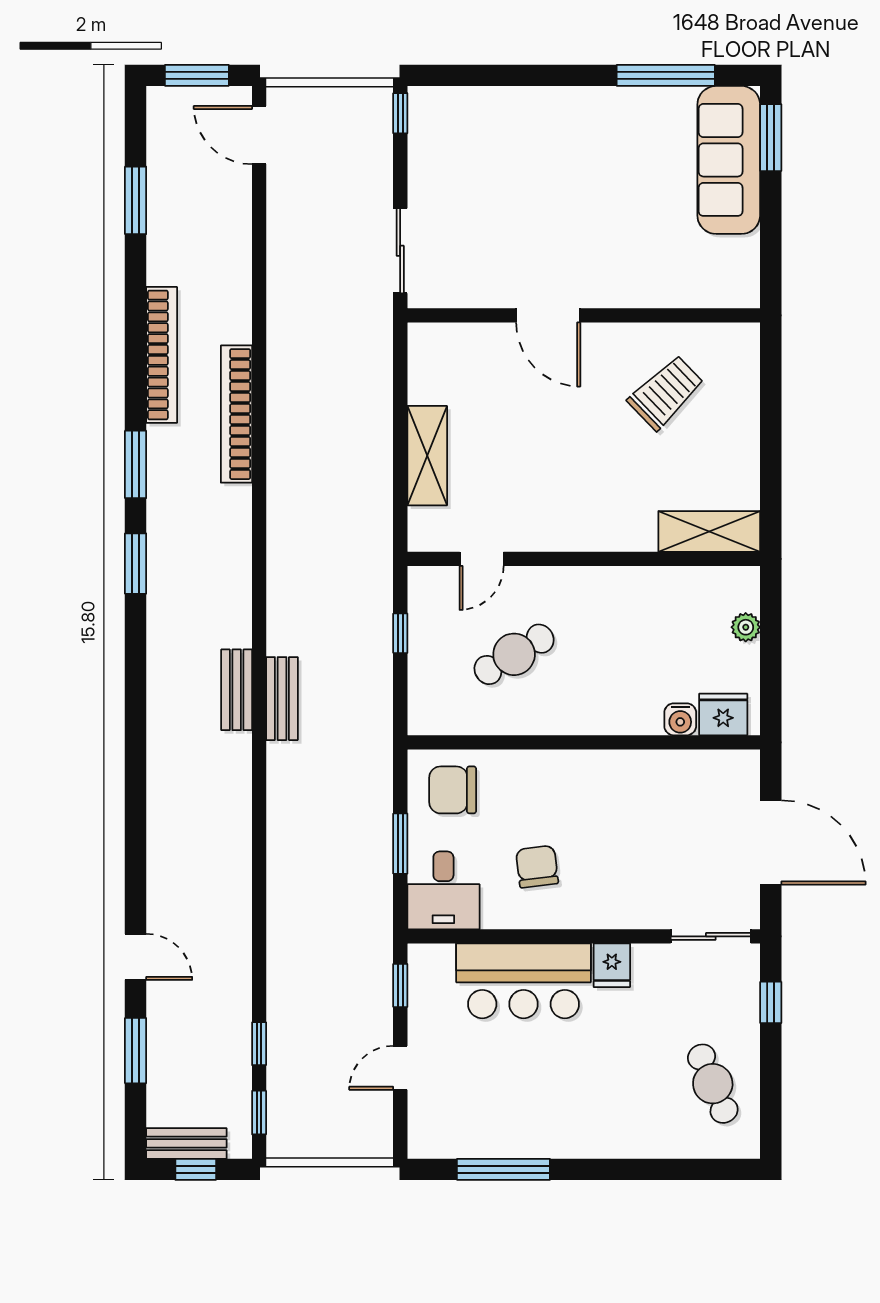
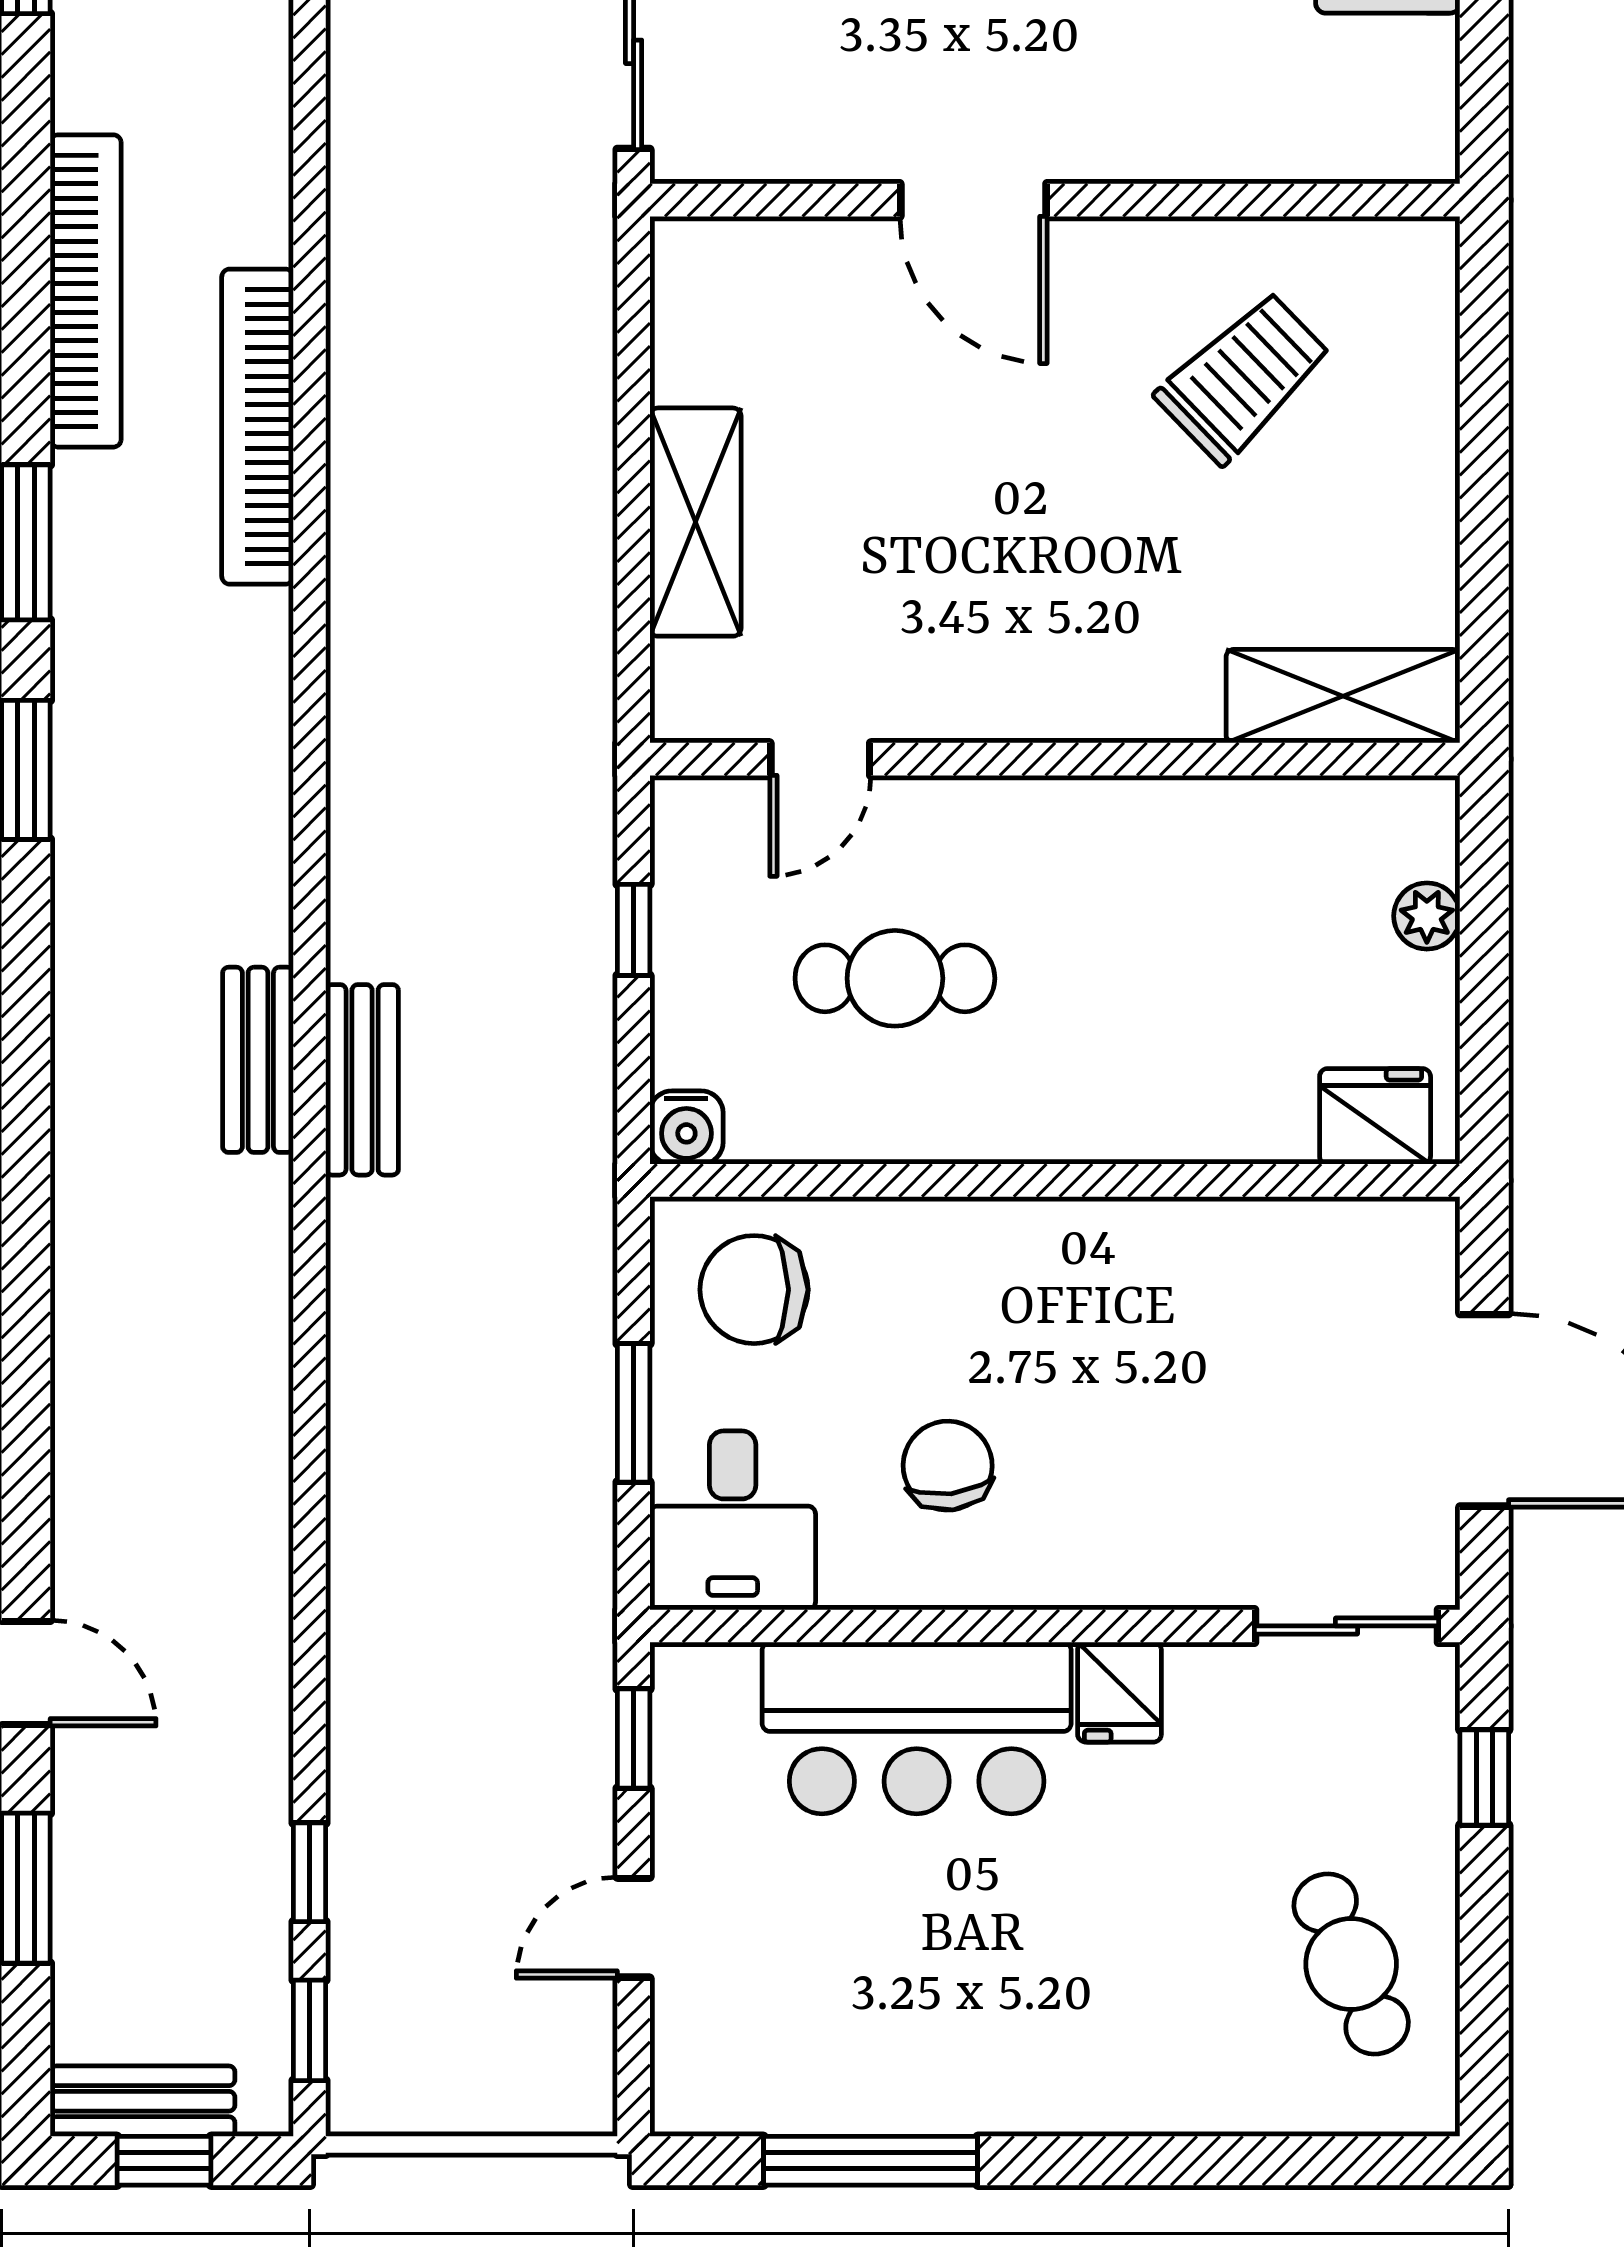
cafe table: (514, 654) -> (895, 978), turned 31
water cooler: (680, 719) -> (686, 1128), moved

